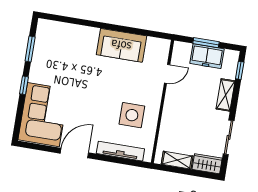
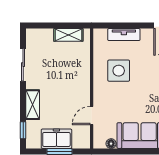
floor lamp: (152, 42) -> (111, 144), added
tv unit: (120, 151) -> (124, 35), width x0.71
wardrobe: (207, 164) -> (39, 36), removed

